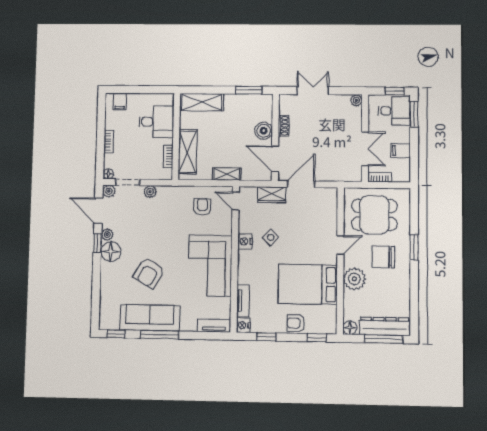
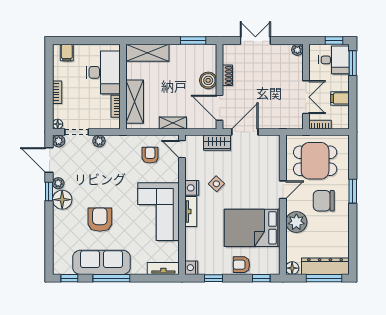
desk: (156, 122) -> (103, 72), width x1.37
armchair: (149, 273) -> (100, 220), turned 150
tv unit: (243, 301) -> (191, 212), moved

